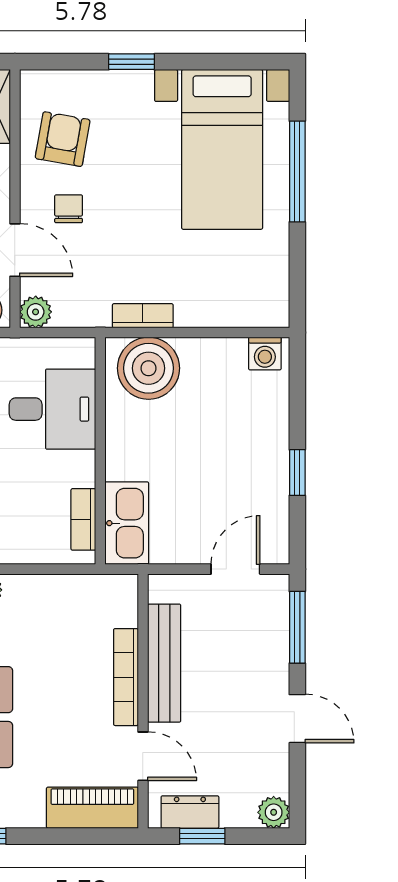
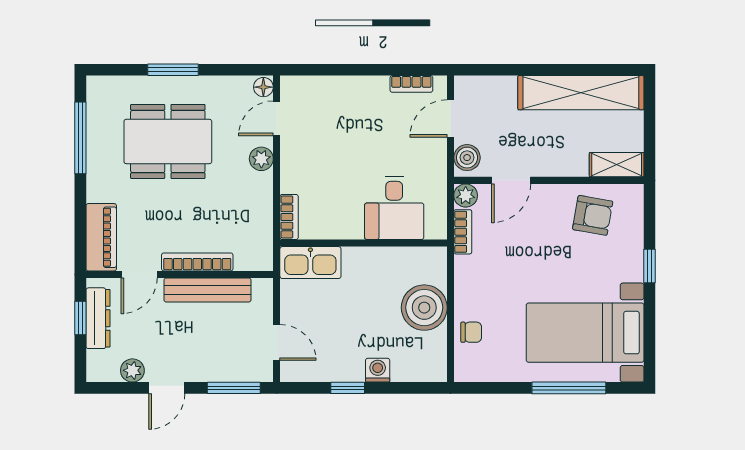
chair: (69, 209) -> (471, 332), moved
bookcase: (143, 316) -> (463, 232), moved
washing machine: (265, 354) -> (378, 370), moved, turned 90
boiler: (149, 368) -> (424, 308), moved
bookcase: (83, 519) -> (289, 217), moved, turned 90
dresser: (190, 812) -> (98, 318), width x1.44
plant: (274, 812) -> (132, 370), moved

